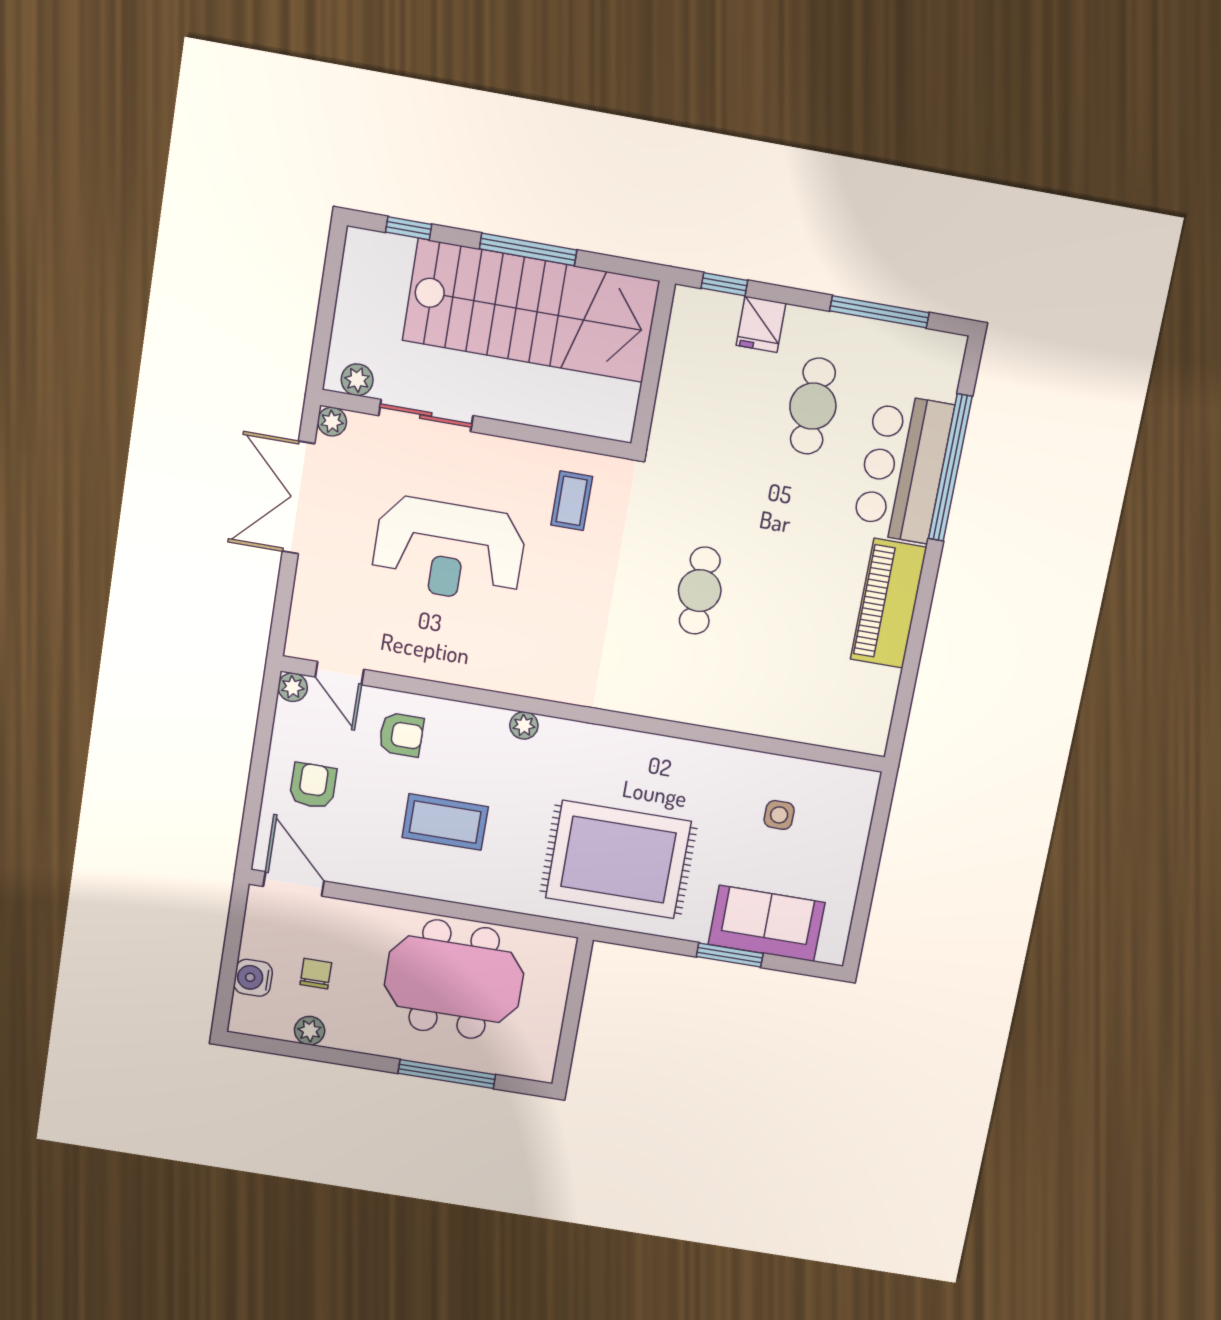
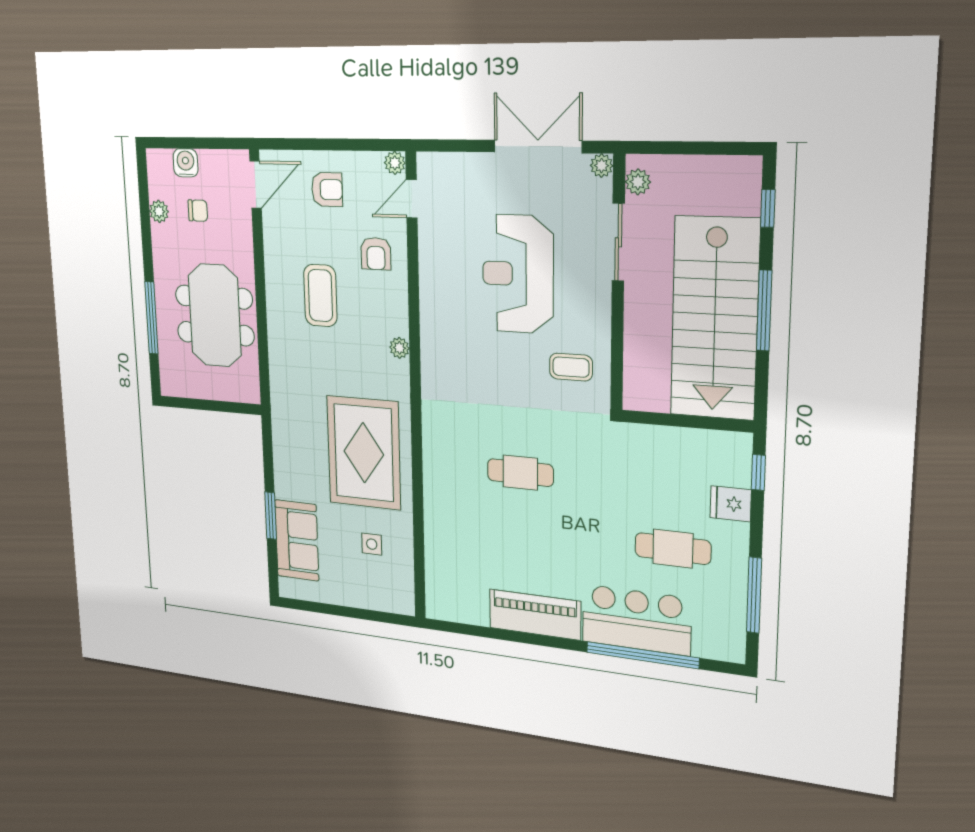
rug: (618, 860) -> (364, 453), moved

